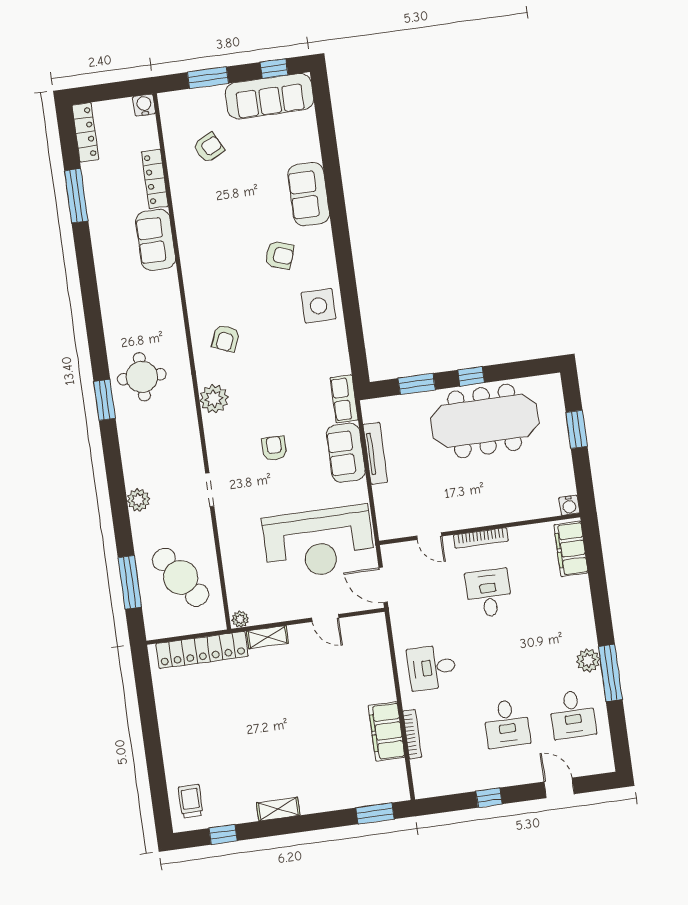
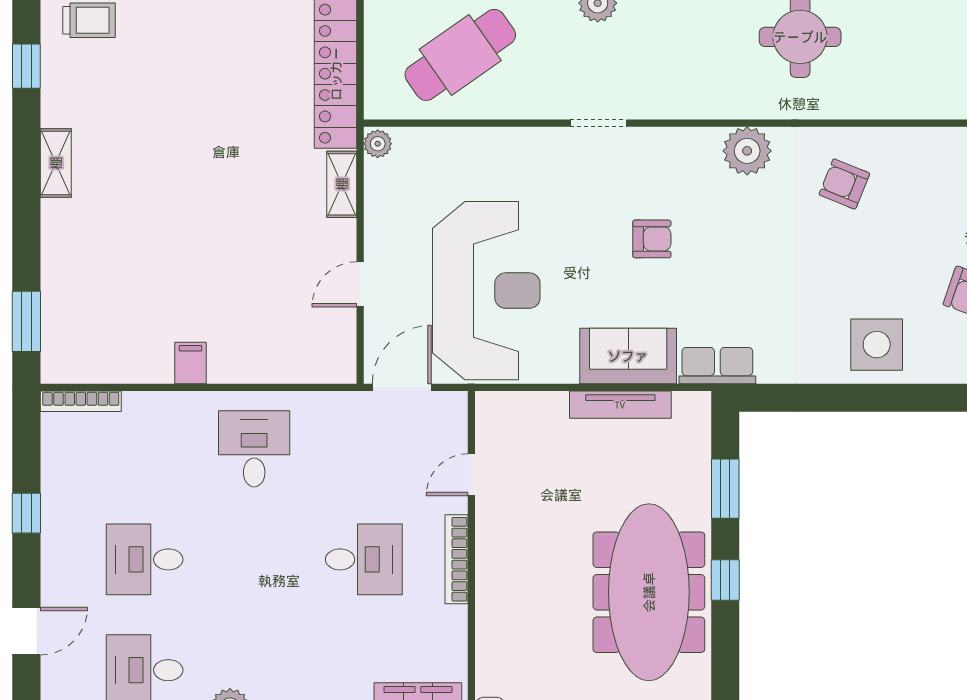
reception desk: (319, 542) -> (486, 291), turned 180
filing cabinet: (387, 731) -> (190, 363), width x0.33, depth x0.86
bookcase: (412, 734) -> (81, 401), moved

